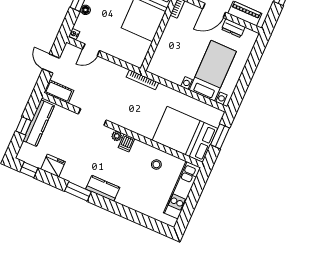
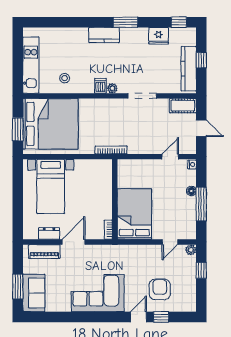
bed: (185, 134) -> (50, 124), width x1.36

